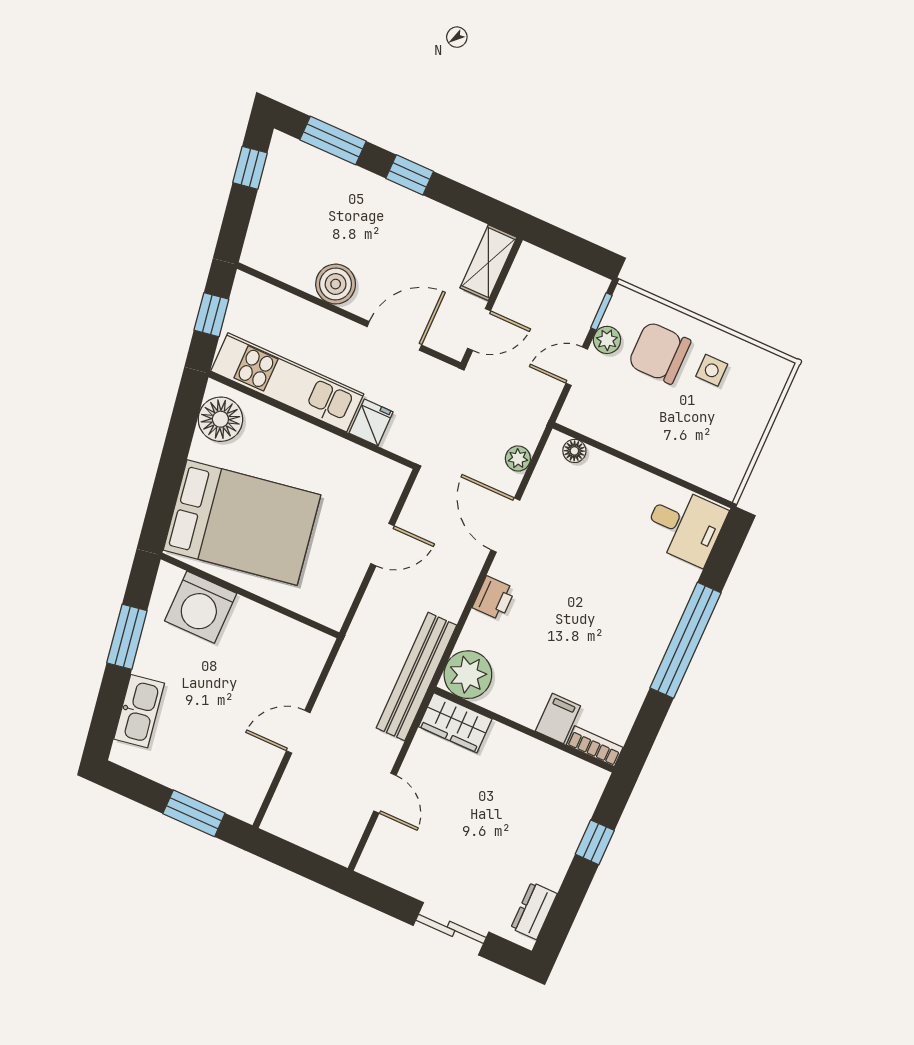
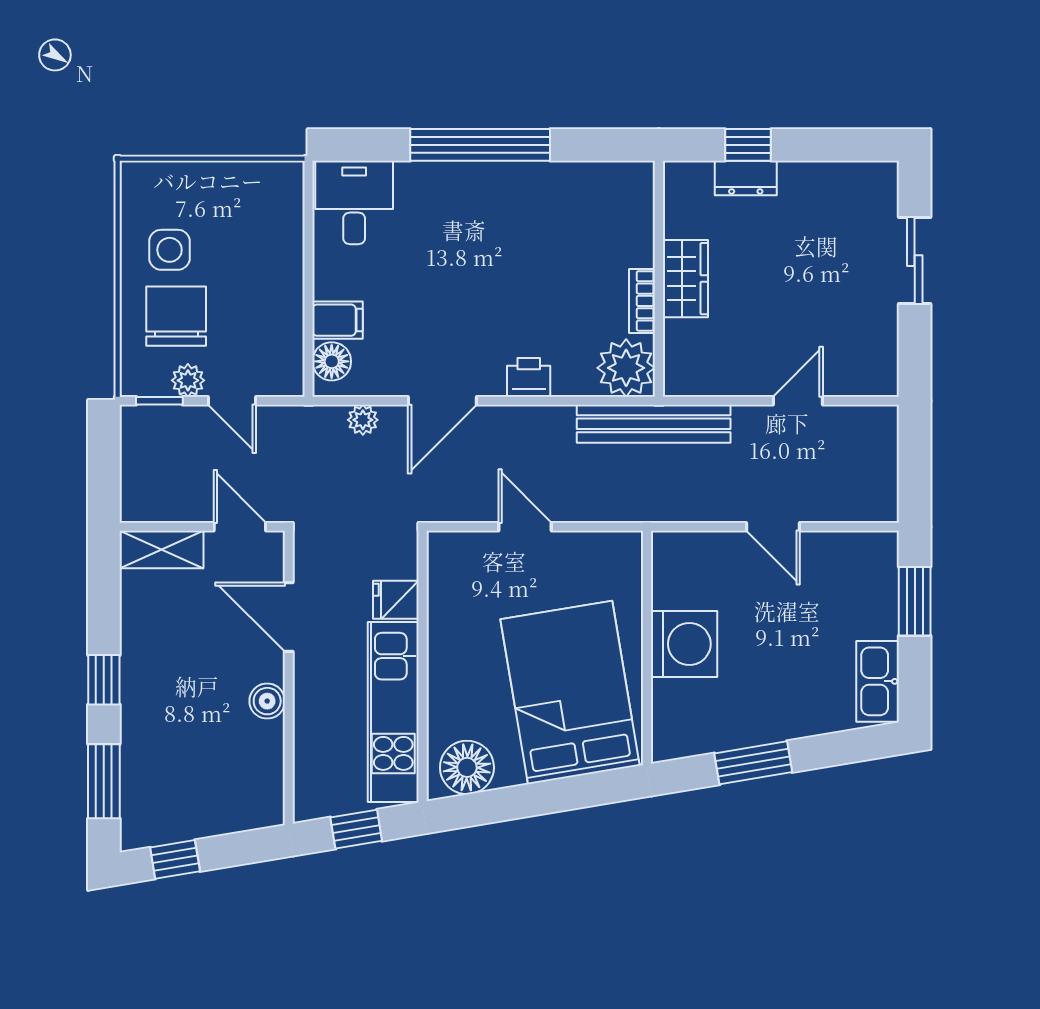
boiler: (336, 284) -> (267, 701), width x0.73, depth x0.73
chair: (659, 353) -> (176, 316), turned 180
side table: (712, 370) -> (170, 250), width x1.37, depth x1.37
floor lamp: (574, 451) -> (332, 361), width x1.37, depth x1.37
washing machine: (201, 607) -> (684, 644), moved
kitchen sink: (139, 711) -> (878, 681), moved, turned -81
filing cabinet: (558, 719) -> (338, 320), moved, turned 180
wardrobe: (455, 723) -> (685, 279), moved
bookcase: (595, 746) -> (642, 301), moved
dresser: (534, 911) -> (746, 178), moved

